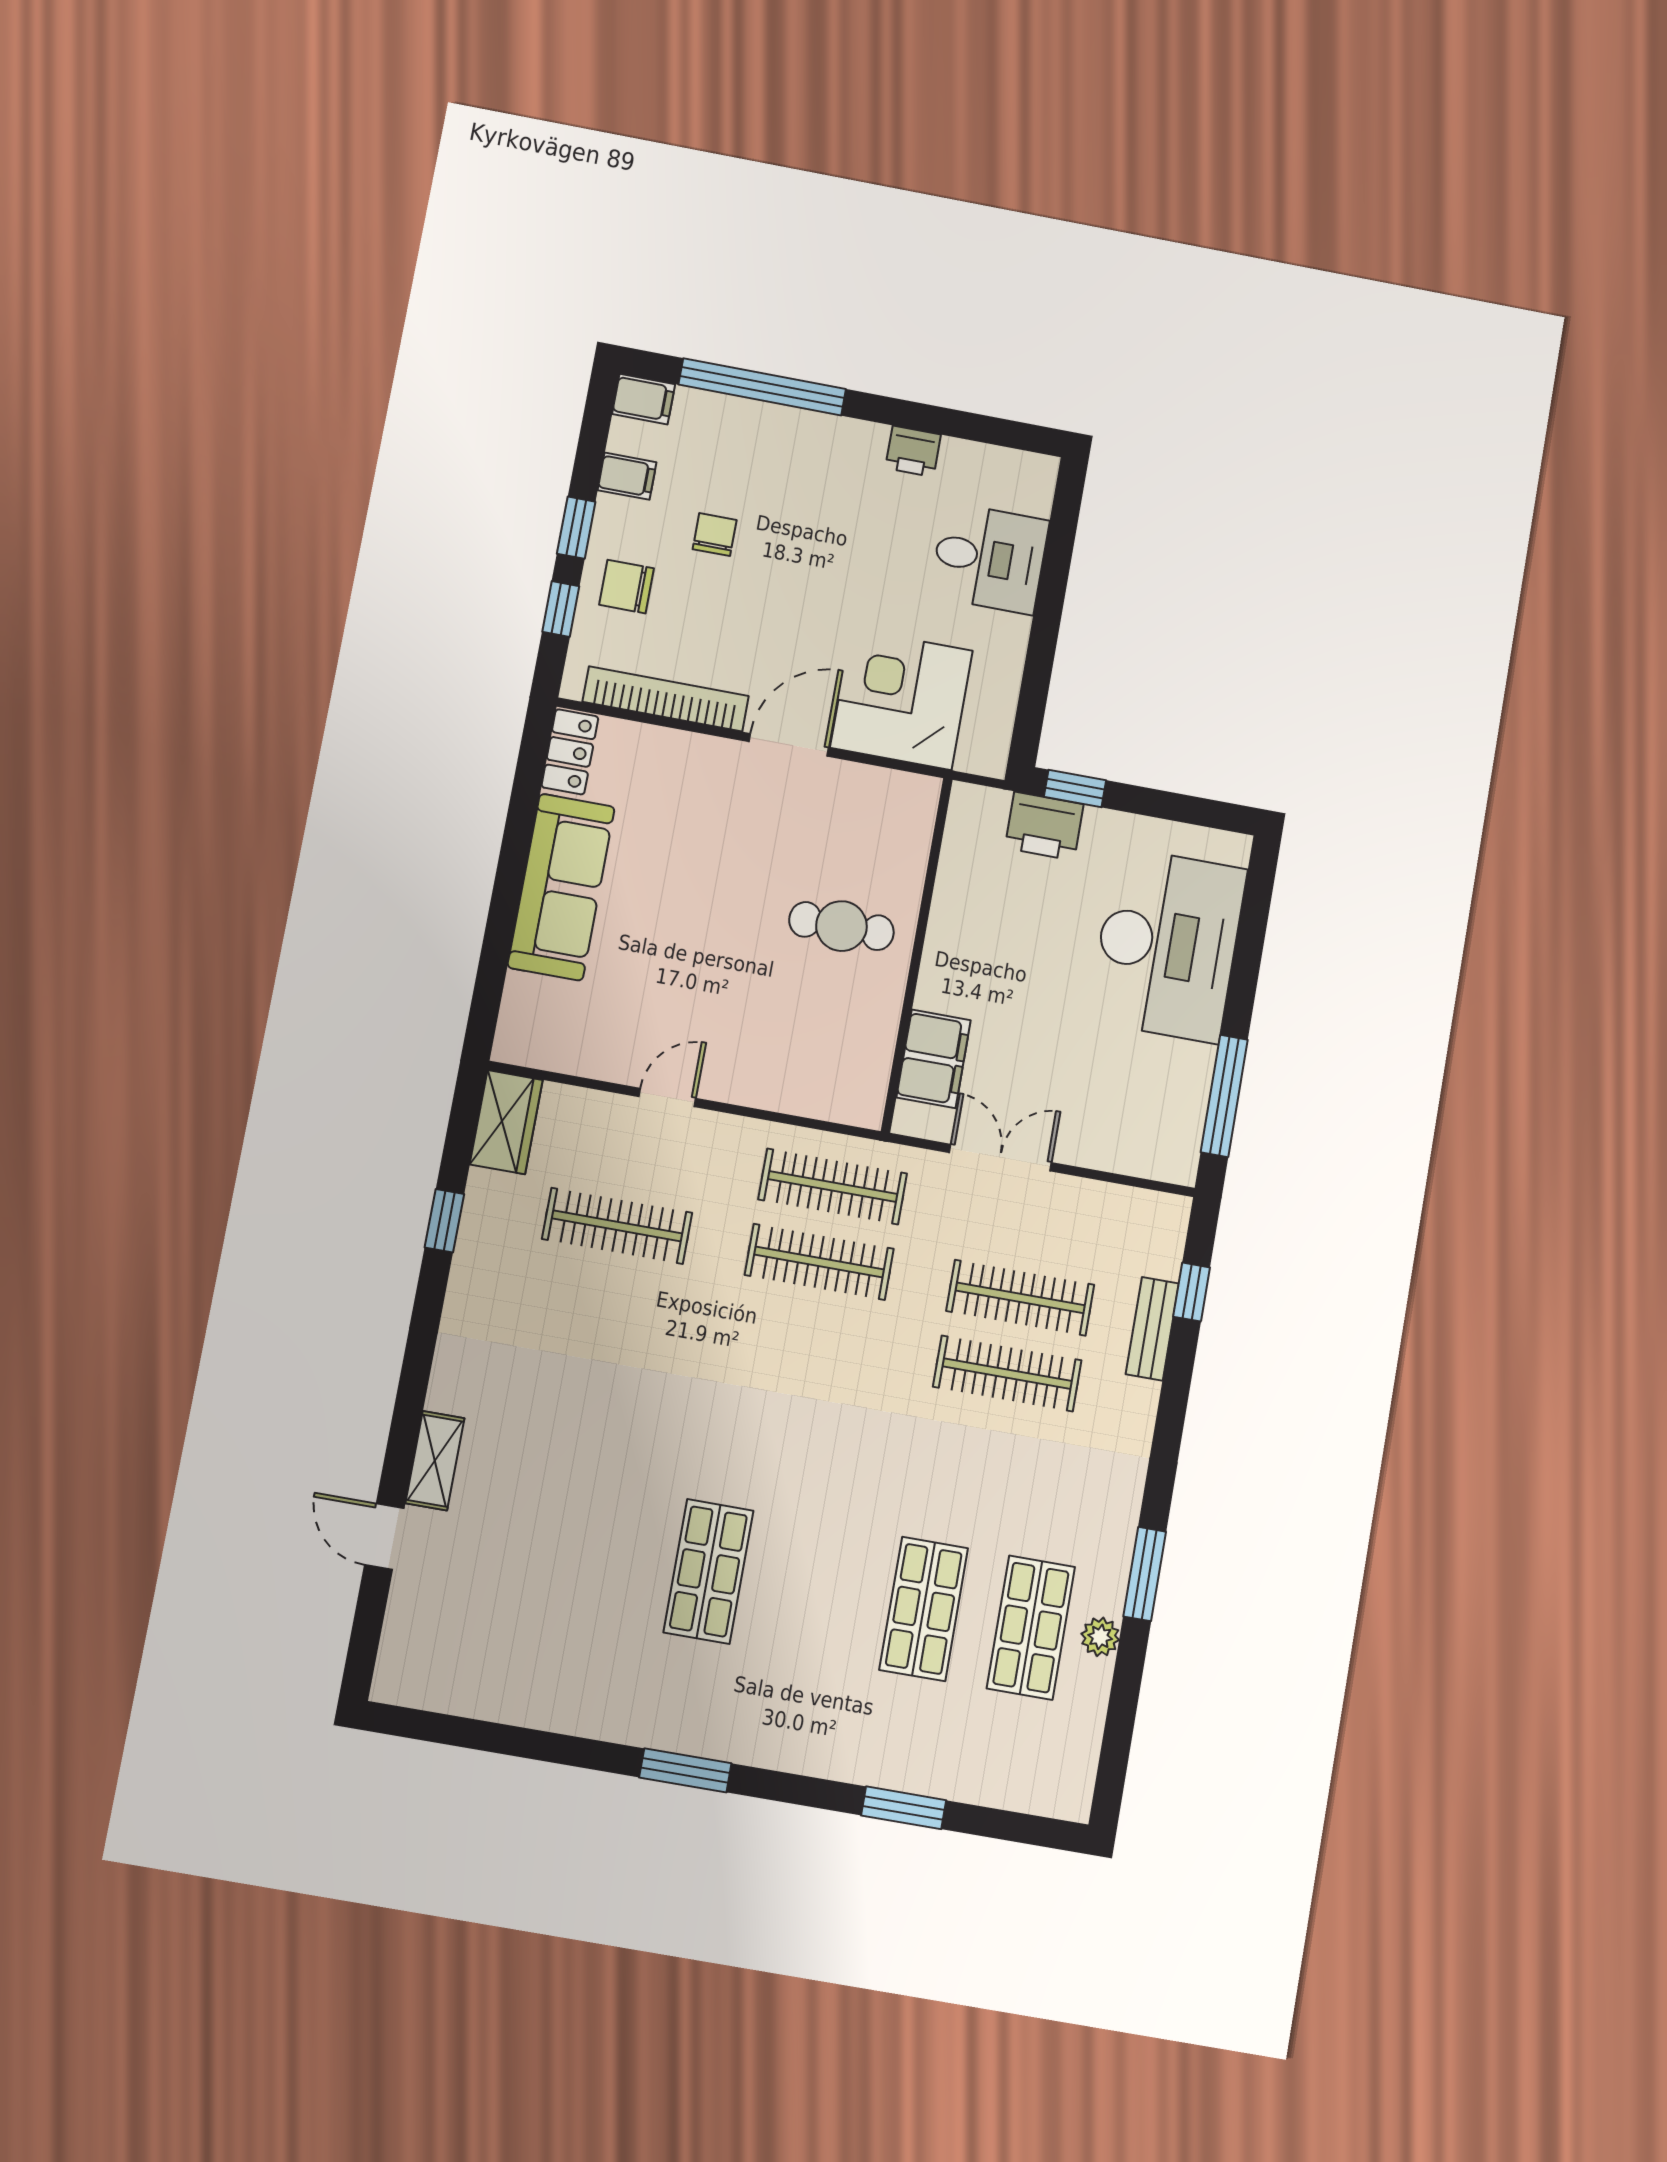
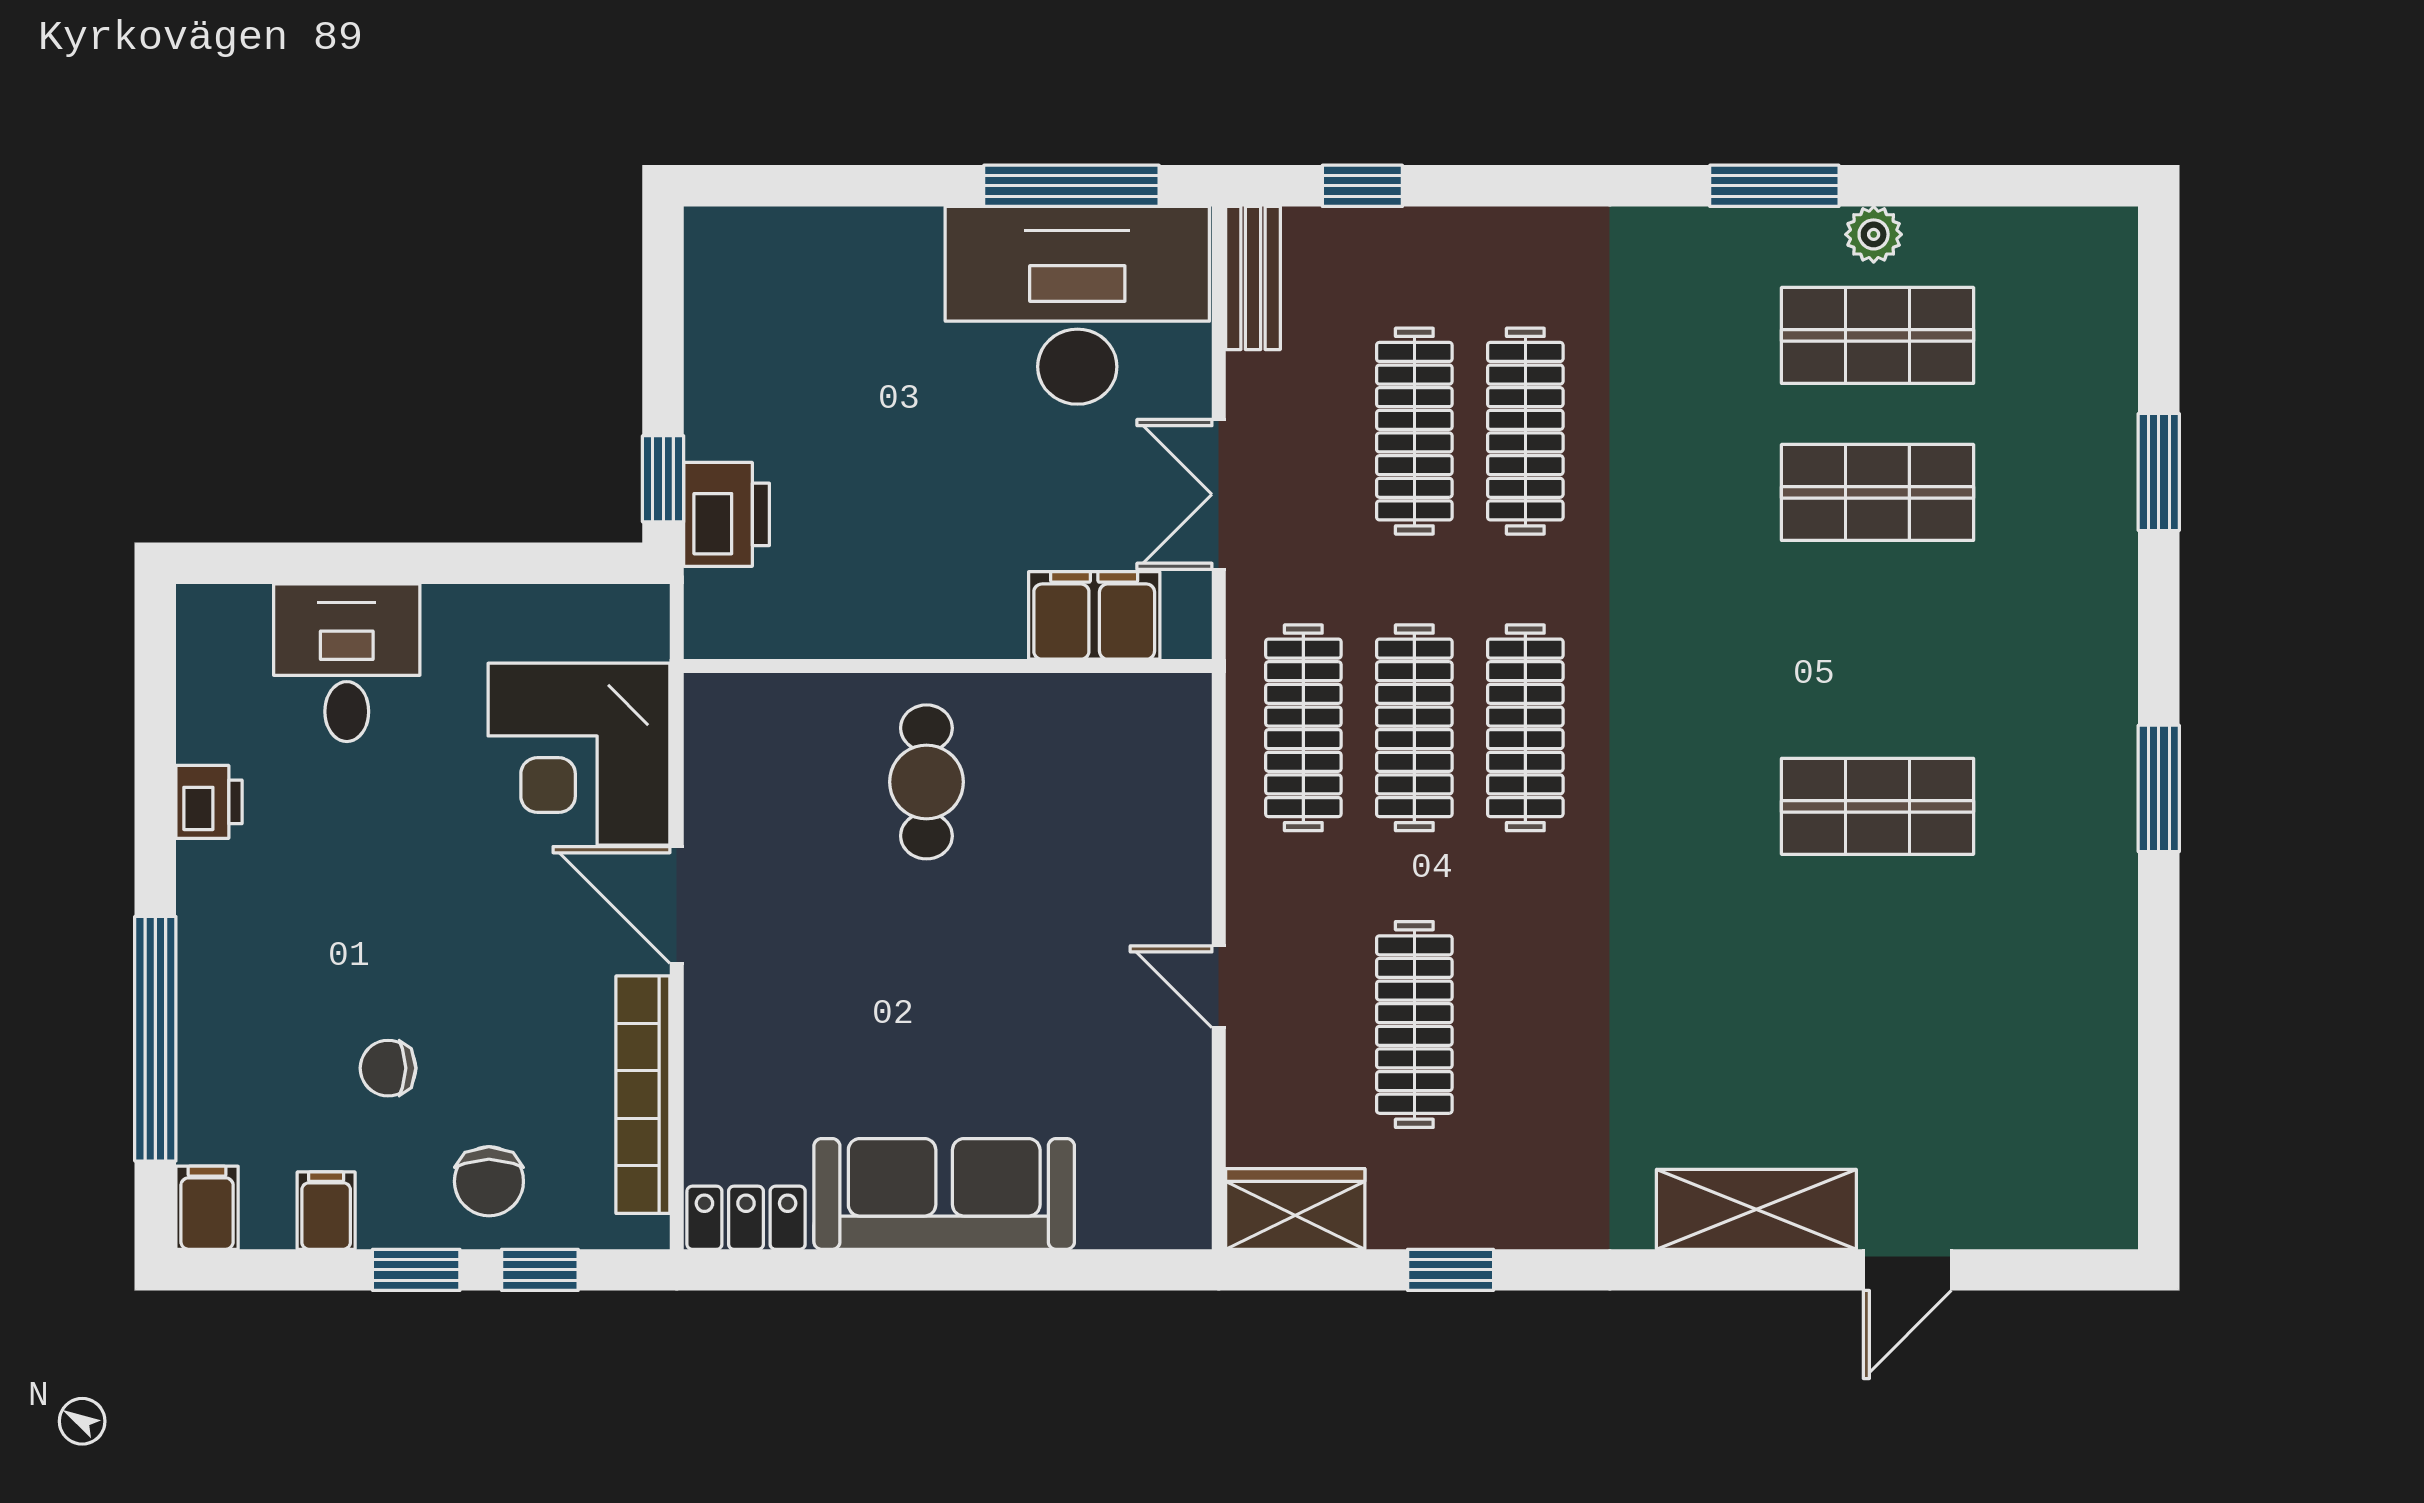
desk: (1167, 945) -> (1077, 305), moved
bench: (1152, 1329) -> (1253, 278), moved, turned 90
clothes rail: (806, 1338) -> (1525, 728), added
shelving: (435, 1461) -> (1756, 1209), width x1.50, depth x1.33

